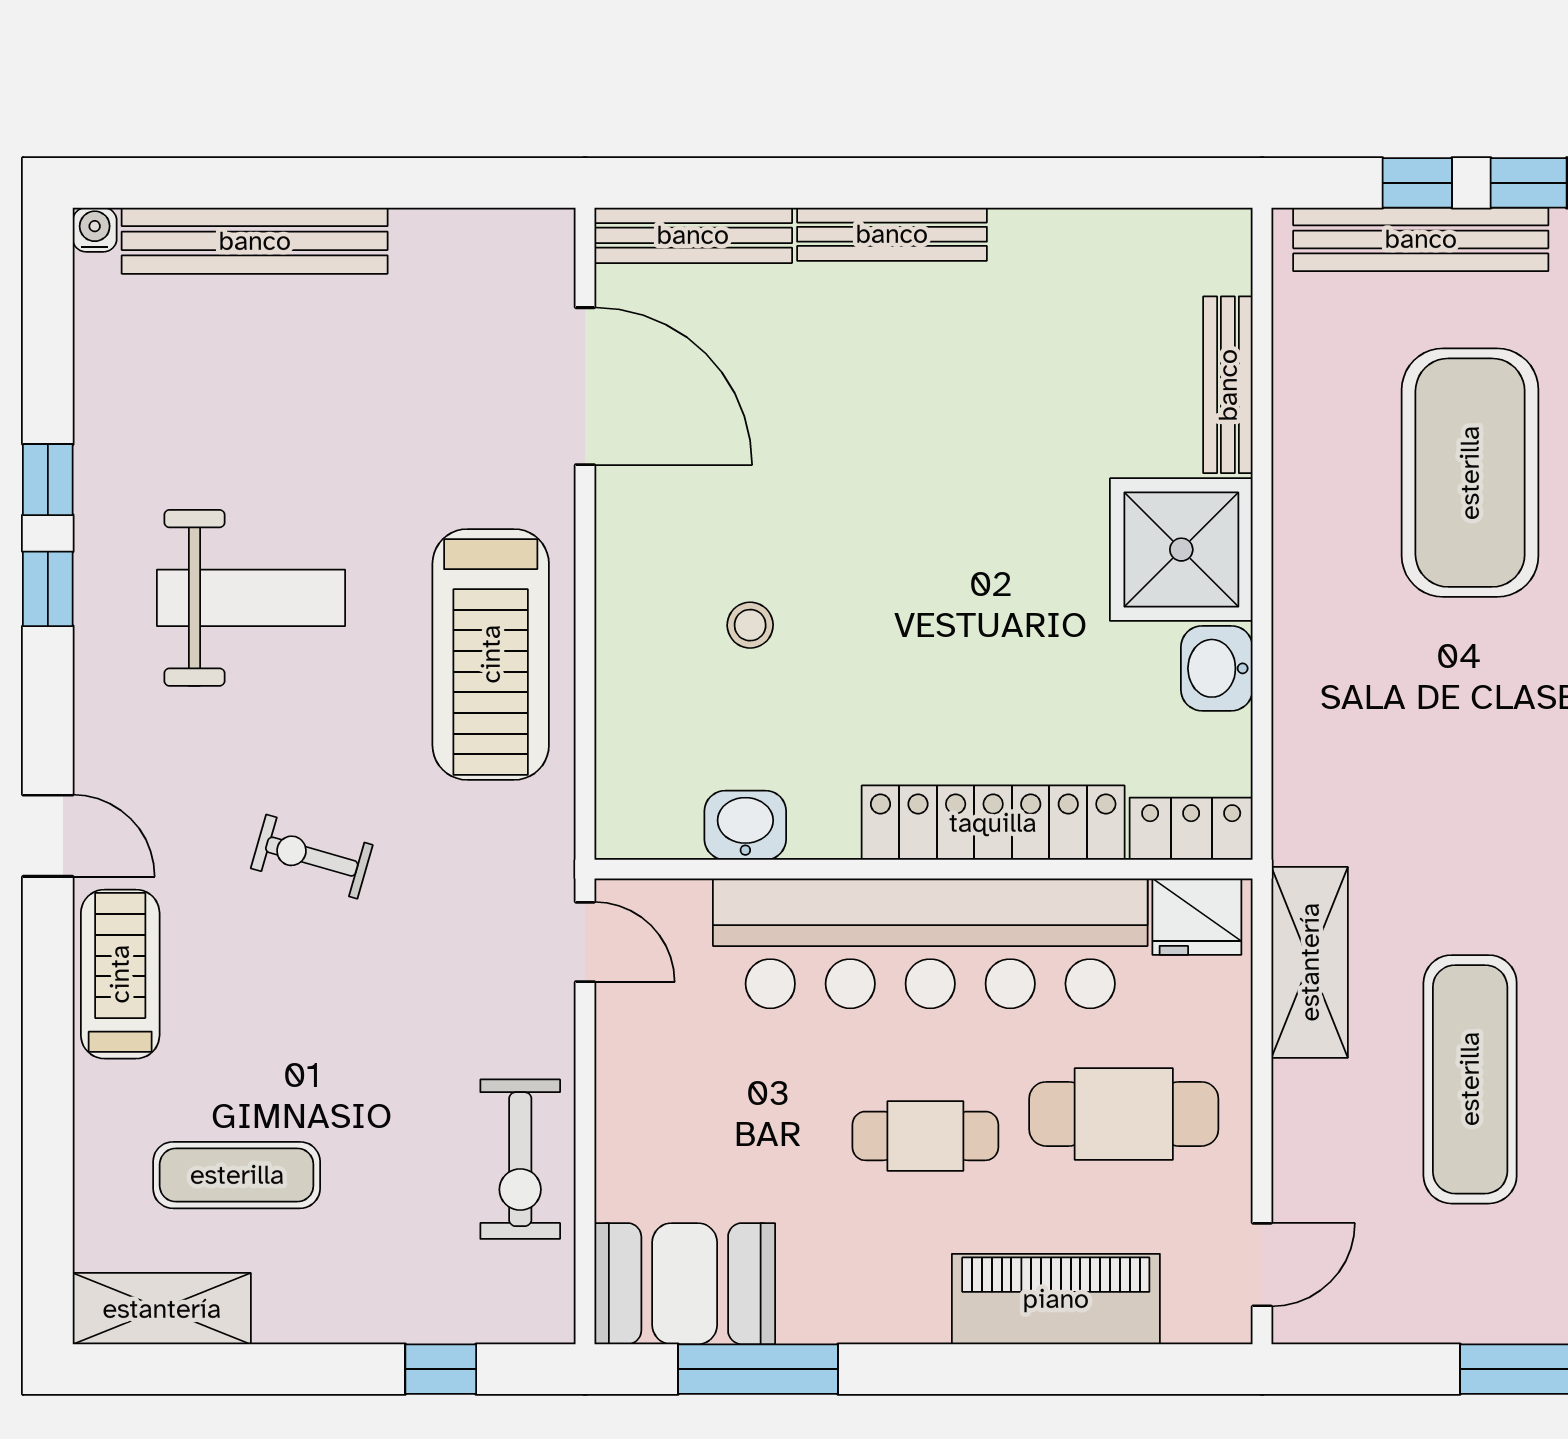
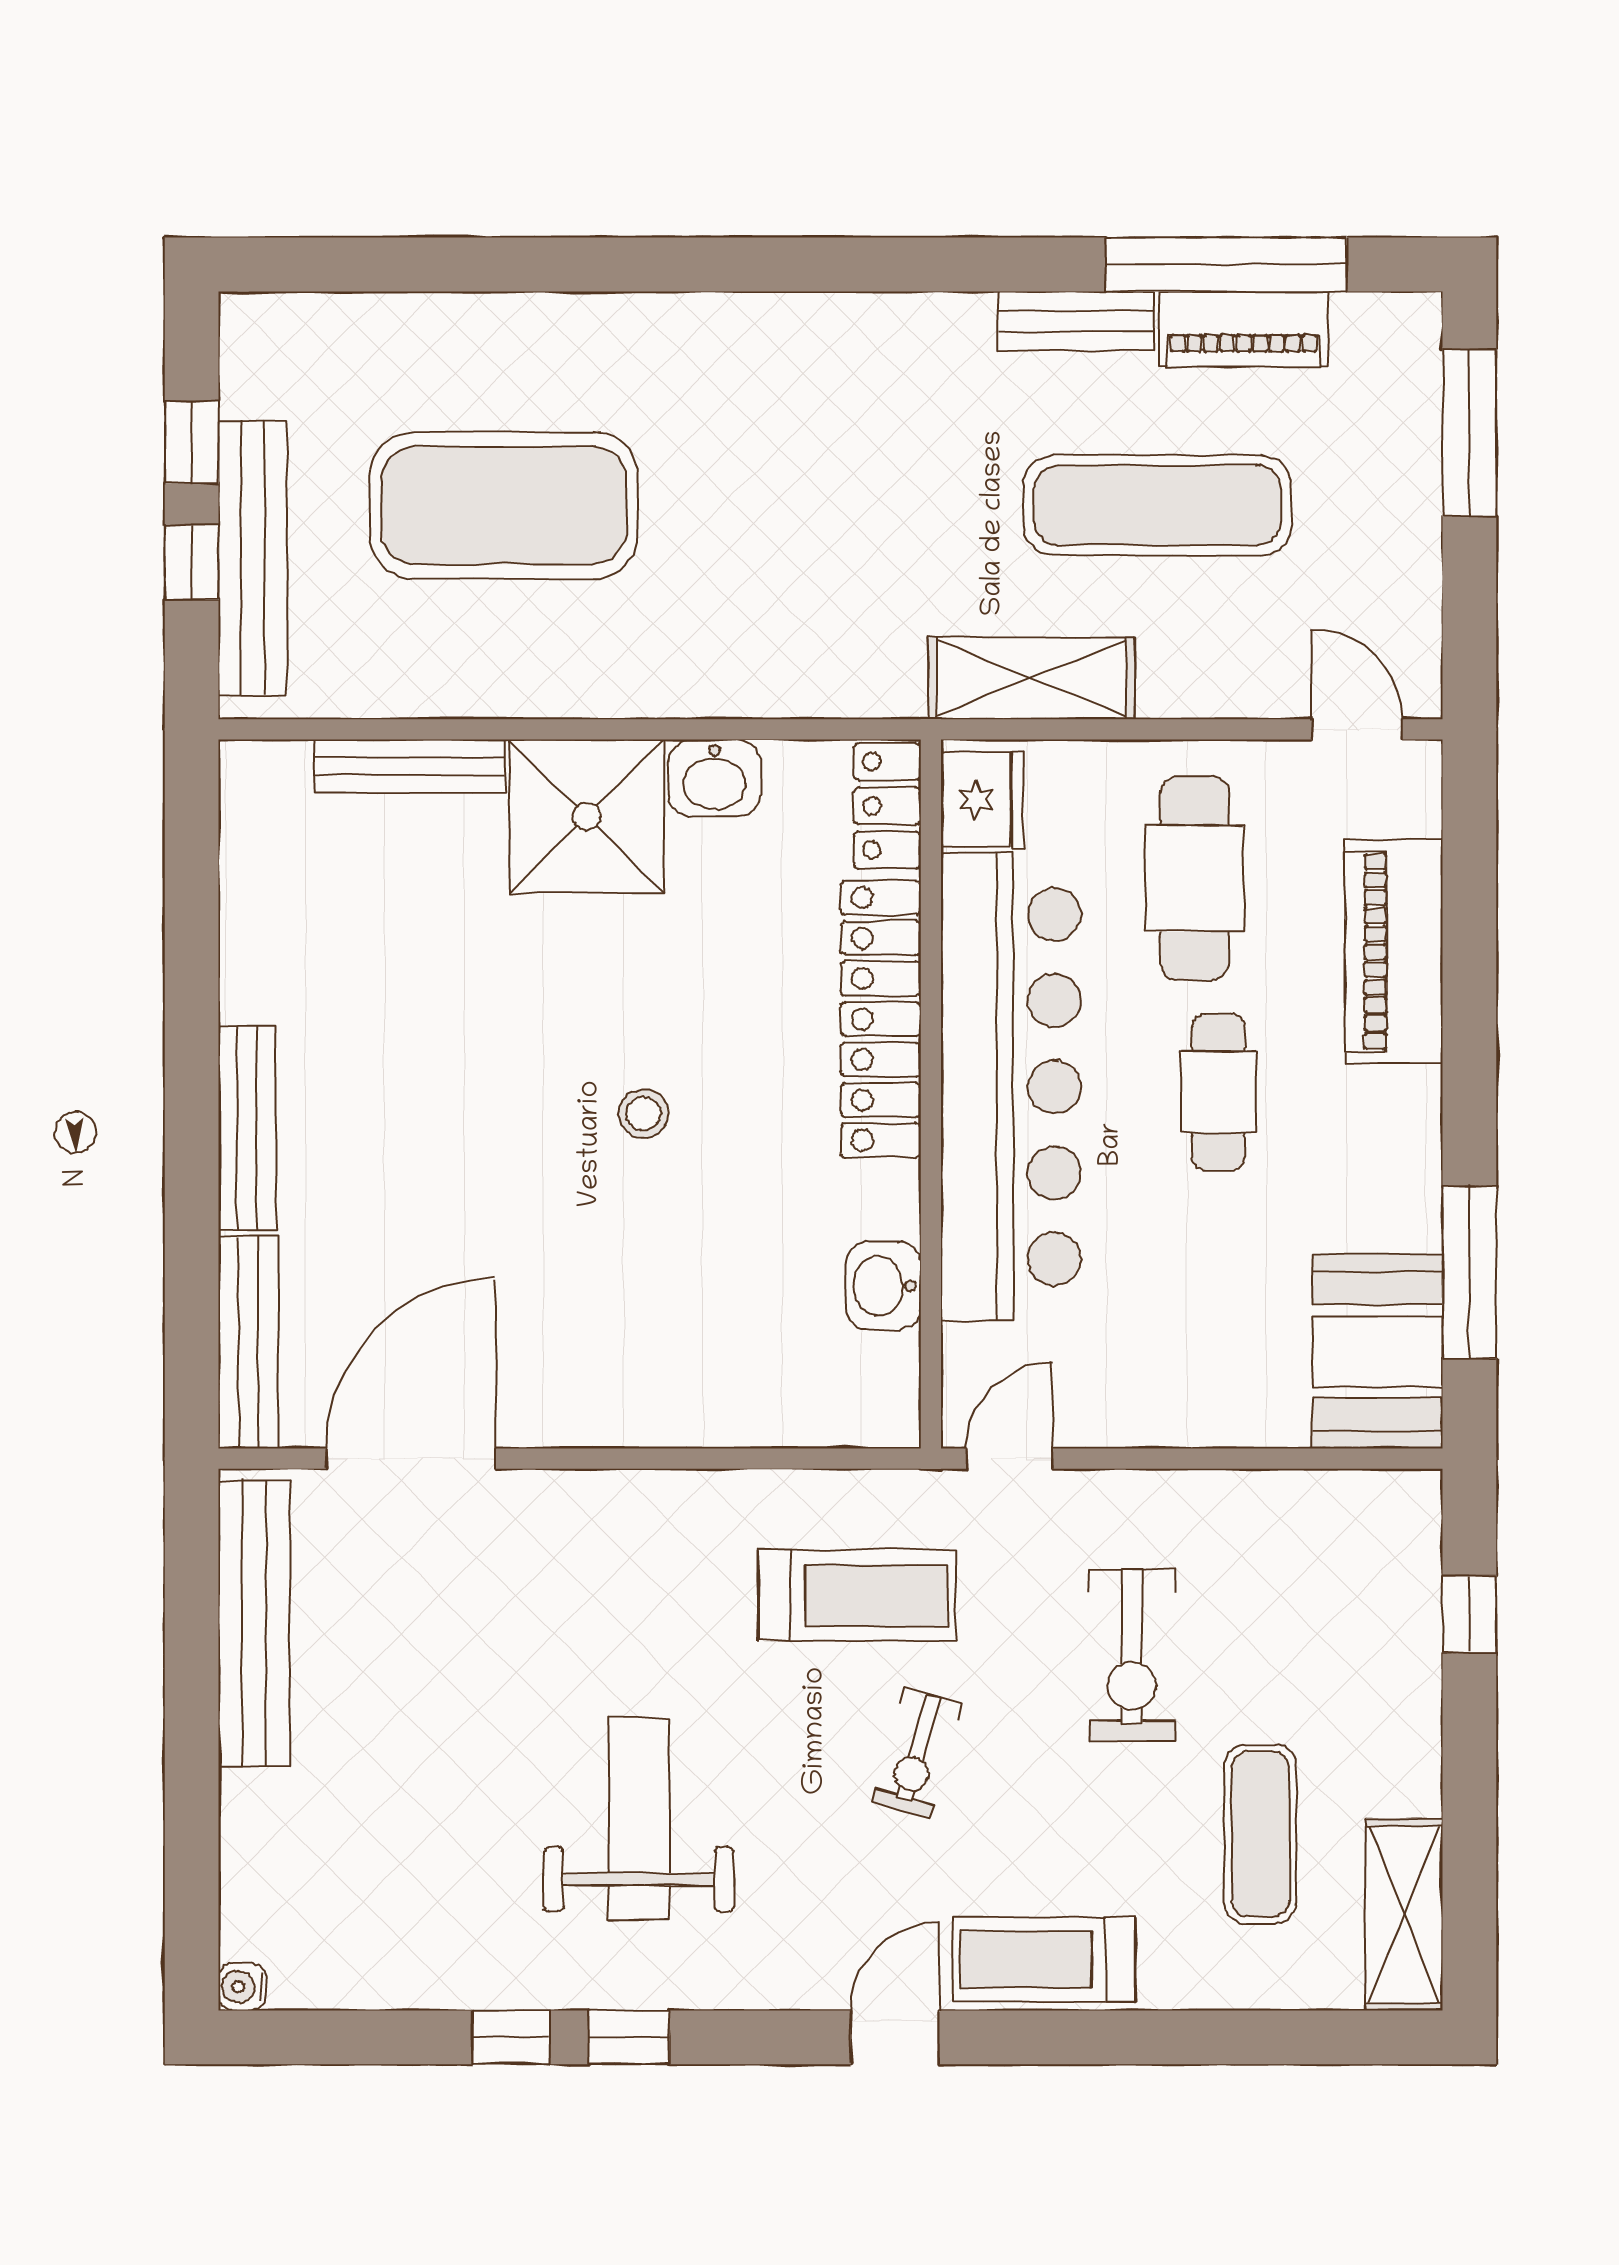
bench: (255, 241) -> (254, 1623), moved
stool: (750, 625) -> (643, 1114), moved
treadmill: (491, 654) -> (857, 1596), moved, width x0.73, depth x0.73
exercise bike: (520, 1159) -> (1132, 1655), moved, turned 90

